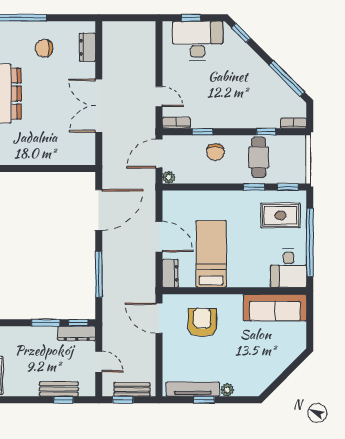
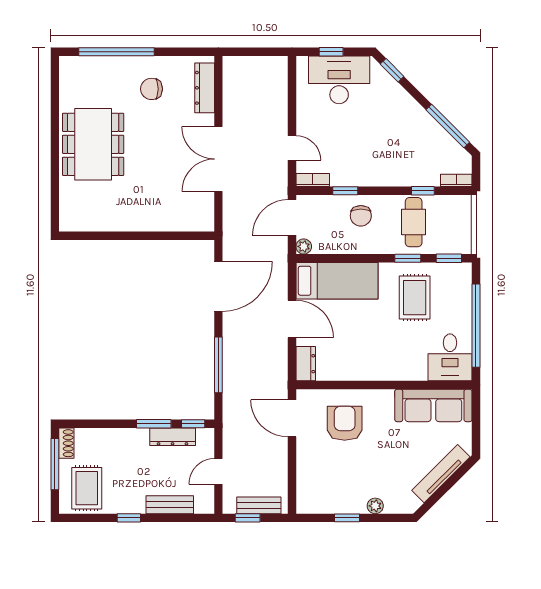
dresser: (87, 47) -> (205, 88), width x1.44
rug: (280, 215) -> (415, 298), moved, turned 90
bed: (211, 254) -> (337, 281), moved, turned 90
dresser: (77, 333) -> (173, 437), moved
door: (99, 362) -> (218, 471), swing flipped
tv unit: (193, 389) -> (441, 474), moved, turned -45
window: (63, 400) -> (129, 518), moved

